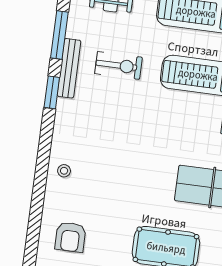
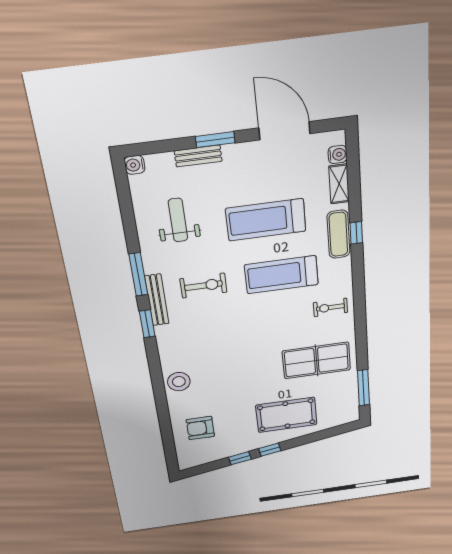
stool: (64, 171) -> (179, 382), width x1.89, depth x1.89
armchair: (70, 237) -> (200, 428), turned 90

